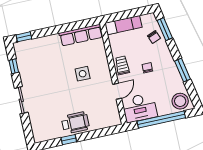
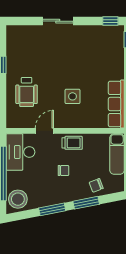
window: (165, 29) -> (86, 203), moved
window: (14, 66) -> (110, 21), moved
door: (117, 91) -> (44, 131), swing flipped
wheelchair: (75, 123) -> (27, 92), moved

